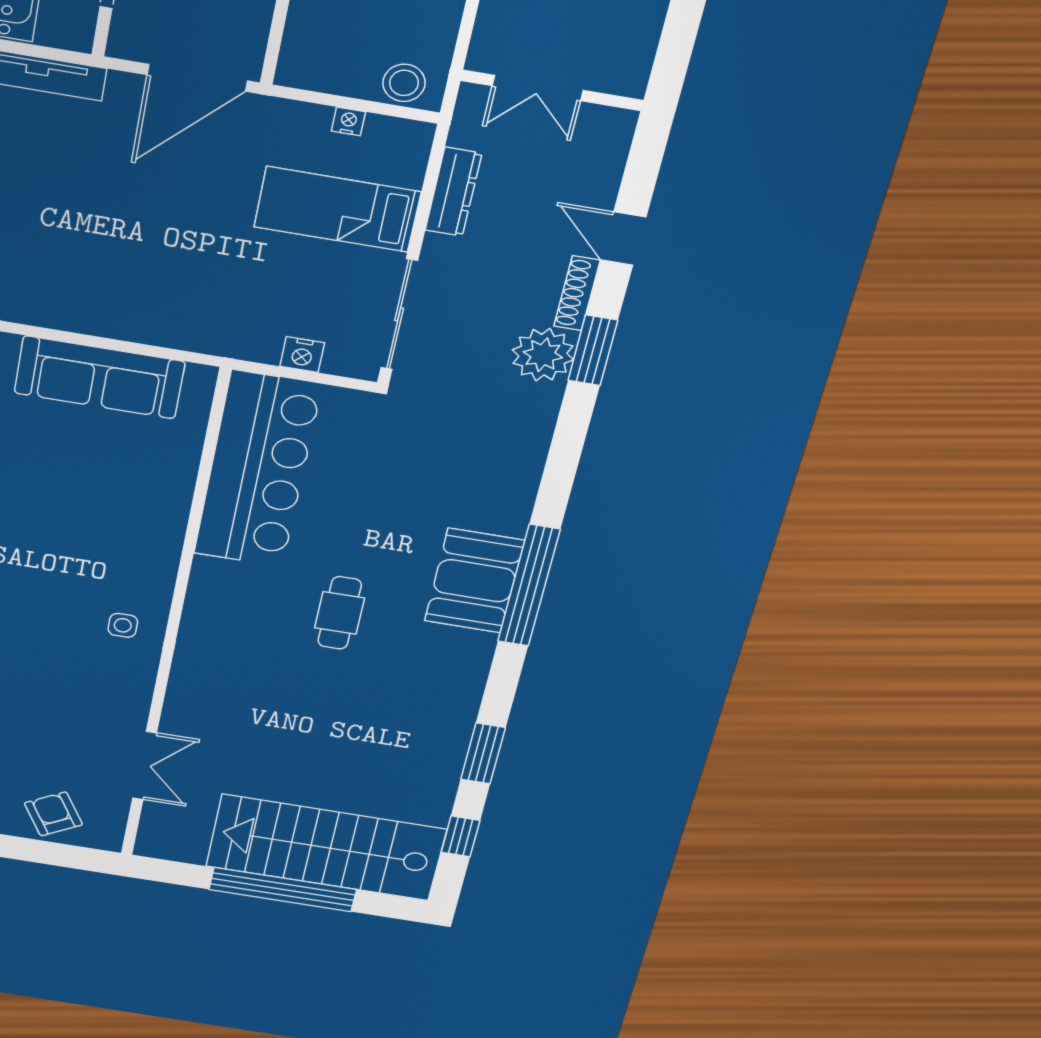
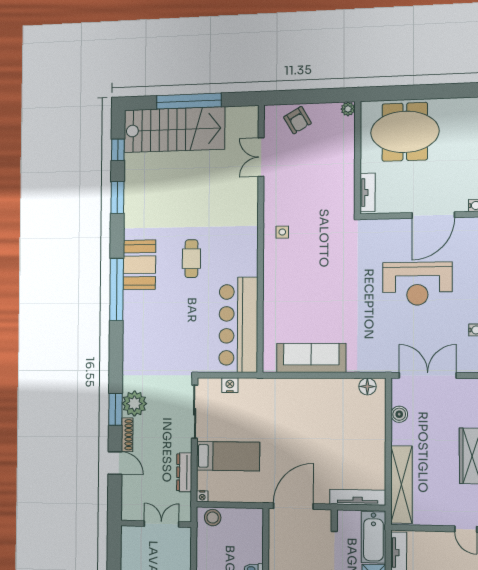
nightstand: (348, 121) -> (202, 496), moved
booth: (474, 581) -> (139, 265), moved

